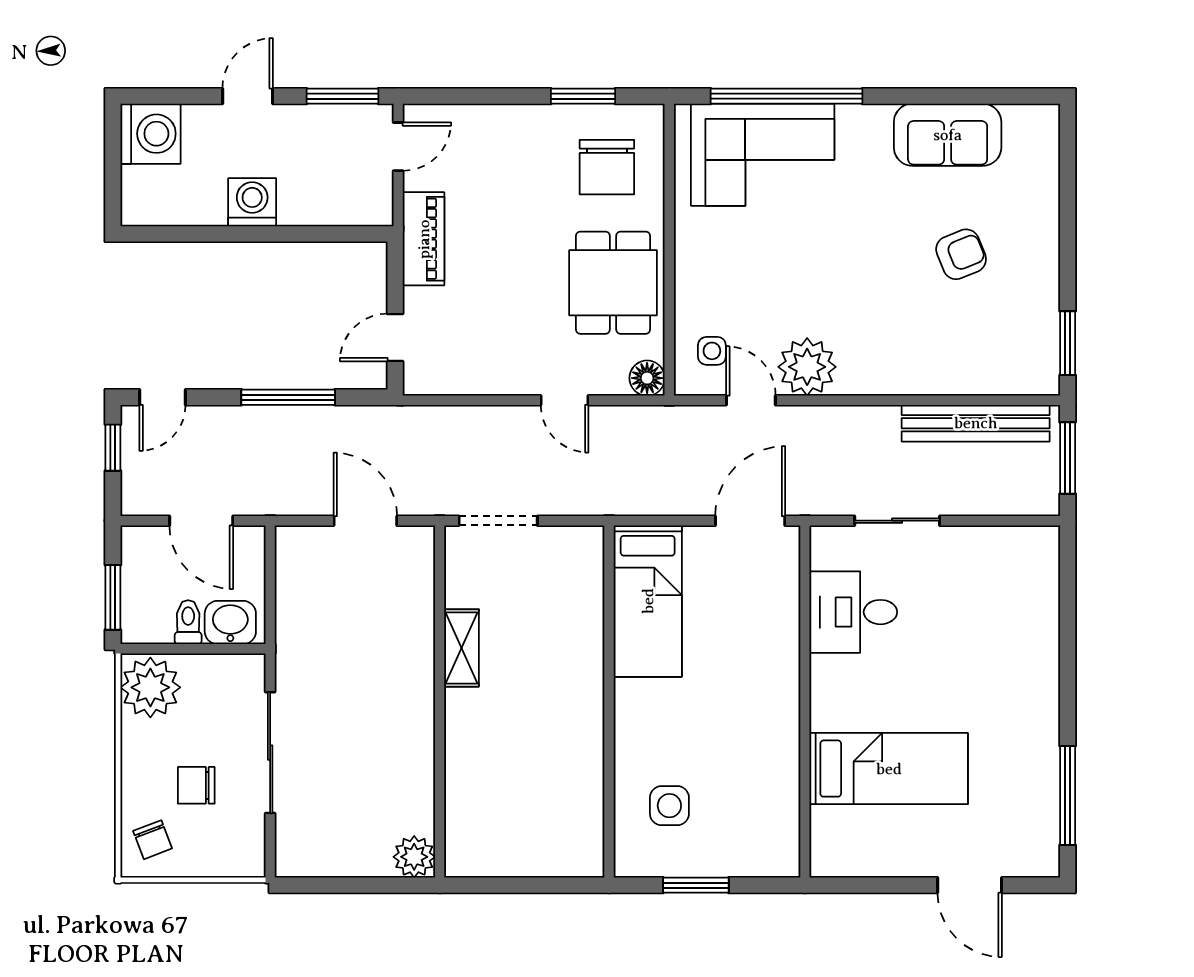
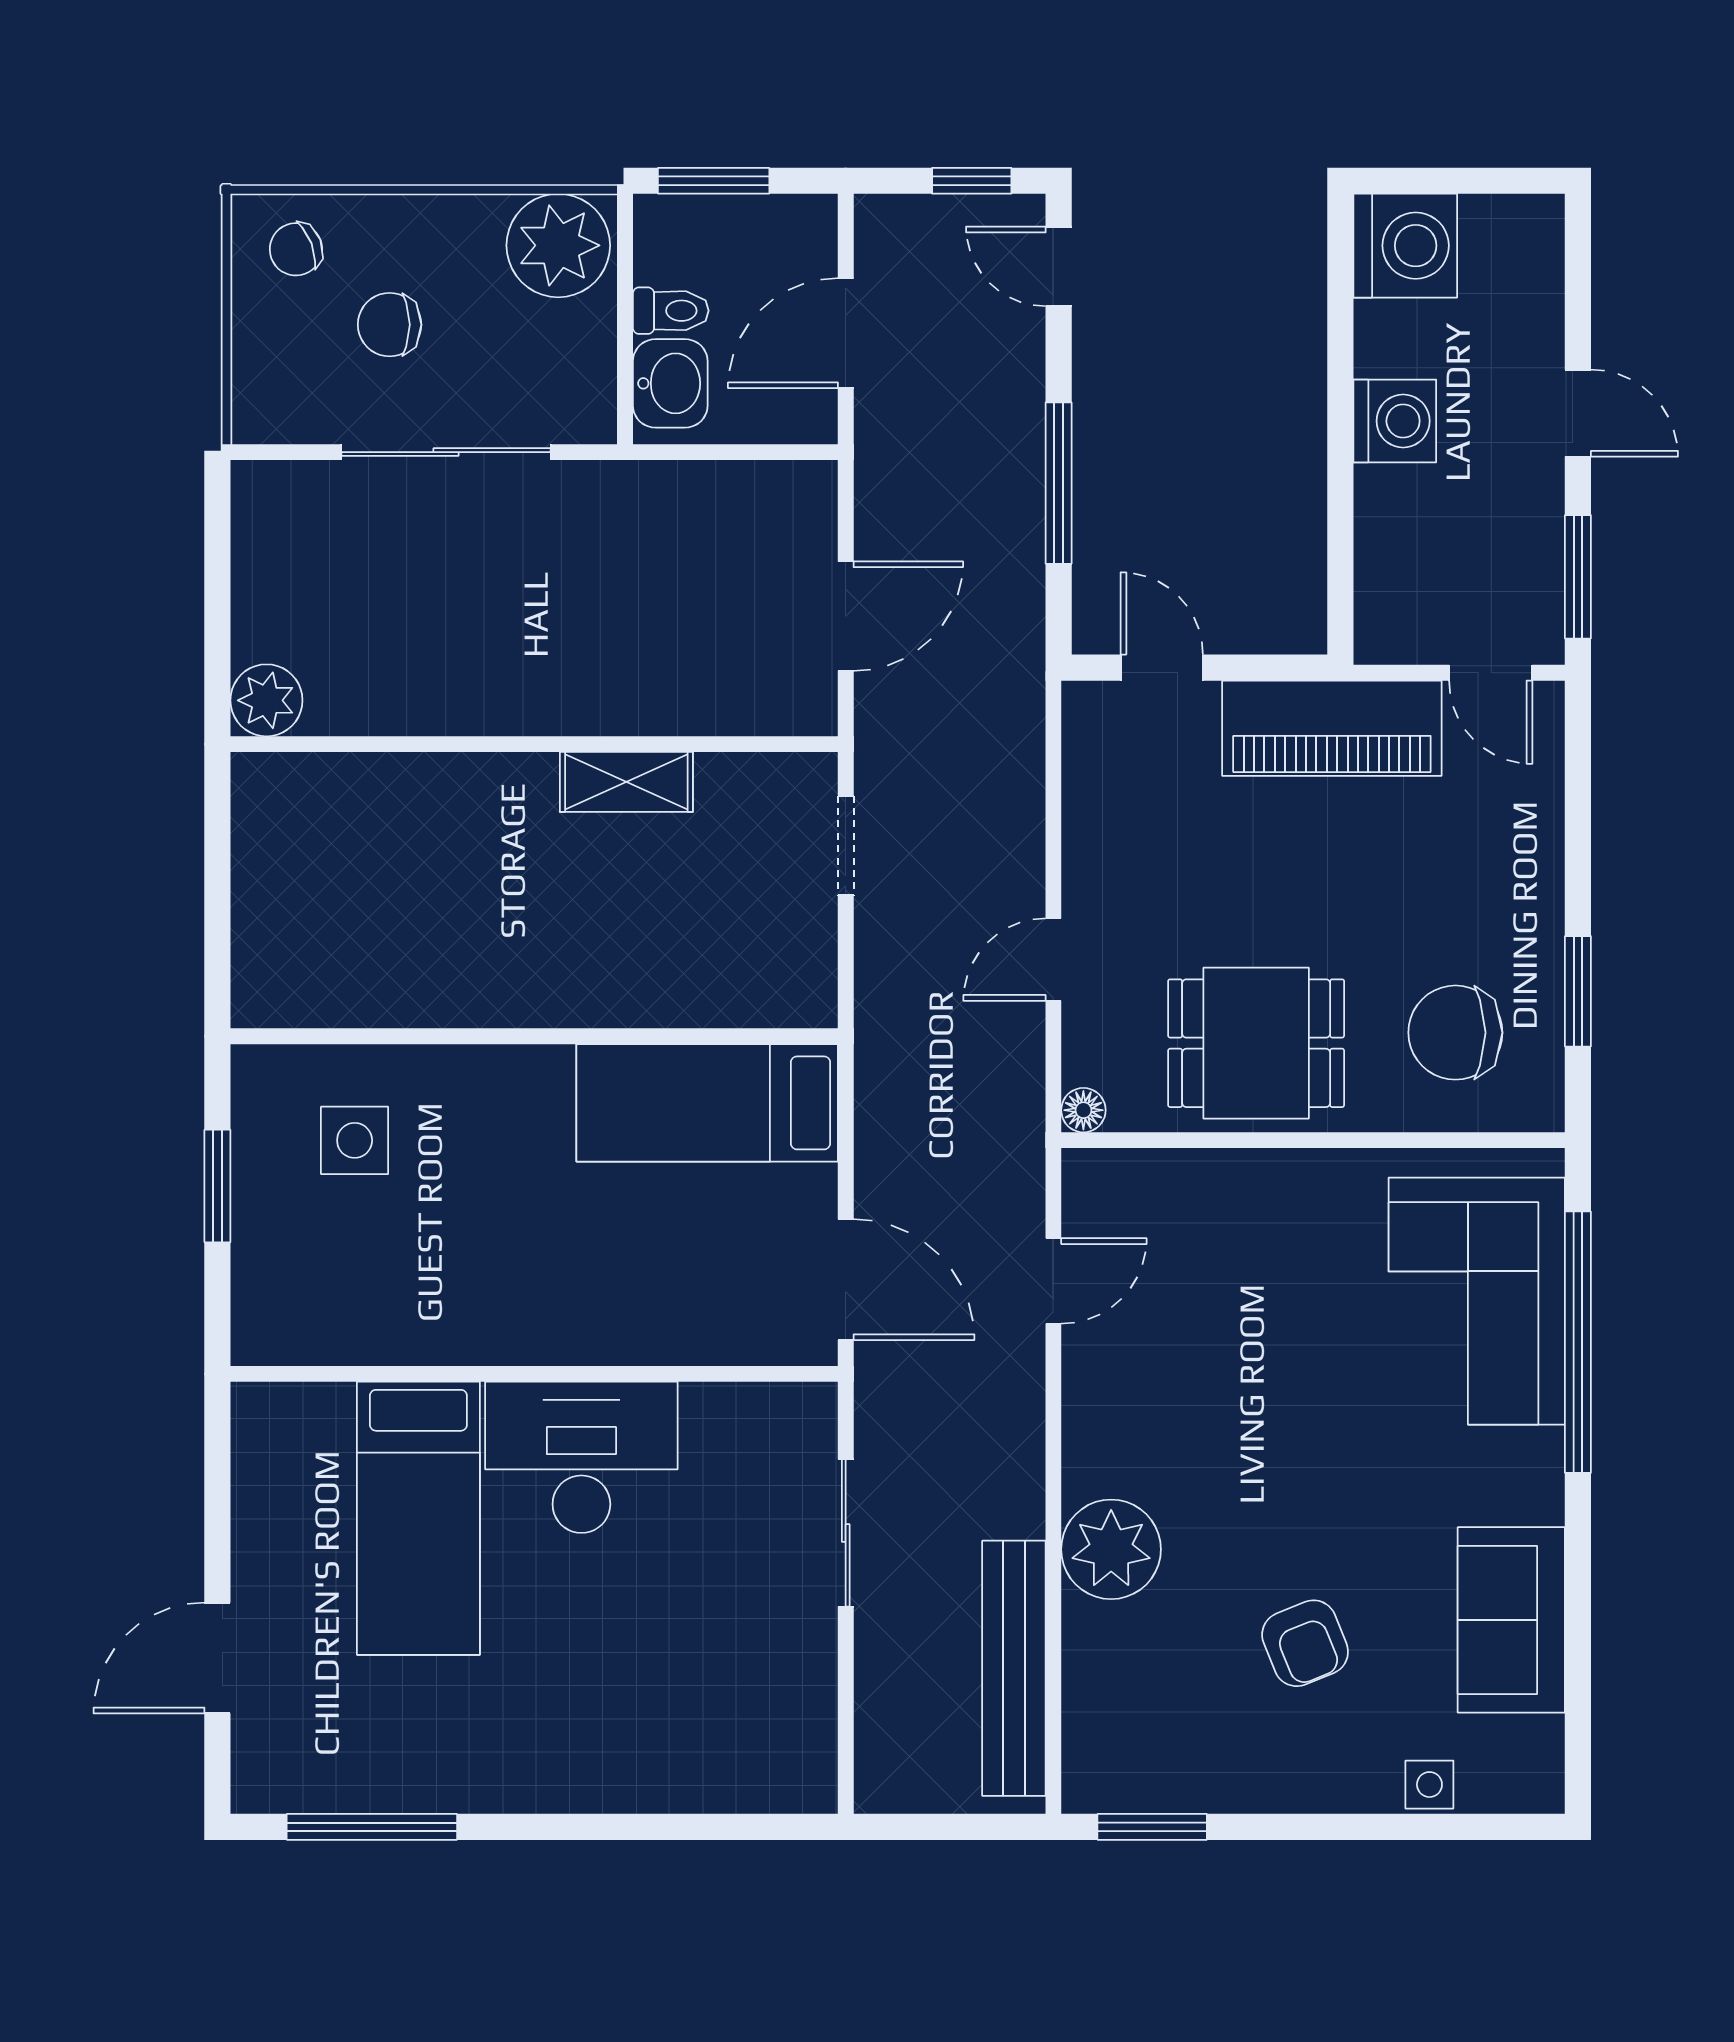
washing machine: (150, 134) -> (1405, 246), moved, turned -90
piano: (424, 239) -> (1332, 728), width x1.37, depth x1.33
side table: (712, 351) -> (1429, 1785), moved
plant: (807, 367) -> (1111, 1549), moved
floor lamp: (647, 378) -> (1083, 1110), width x0.73, depth x0.73
window: (1068, 458) -> (954, 1827), removed
doorway: (498, 521) -> (846, 845), width x0.73
desk: (853, 612) -> (581, 1457), moved, width x1.37
chair: (196, 785) -> (390, 325), turned -90

